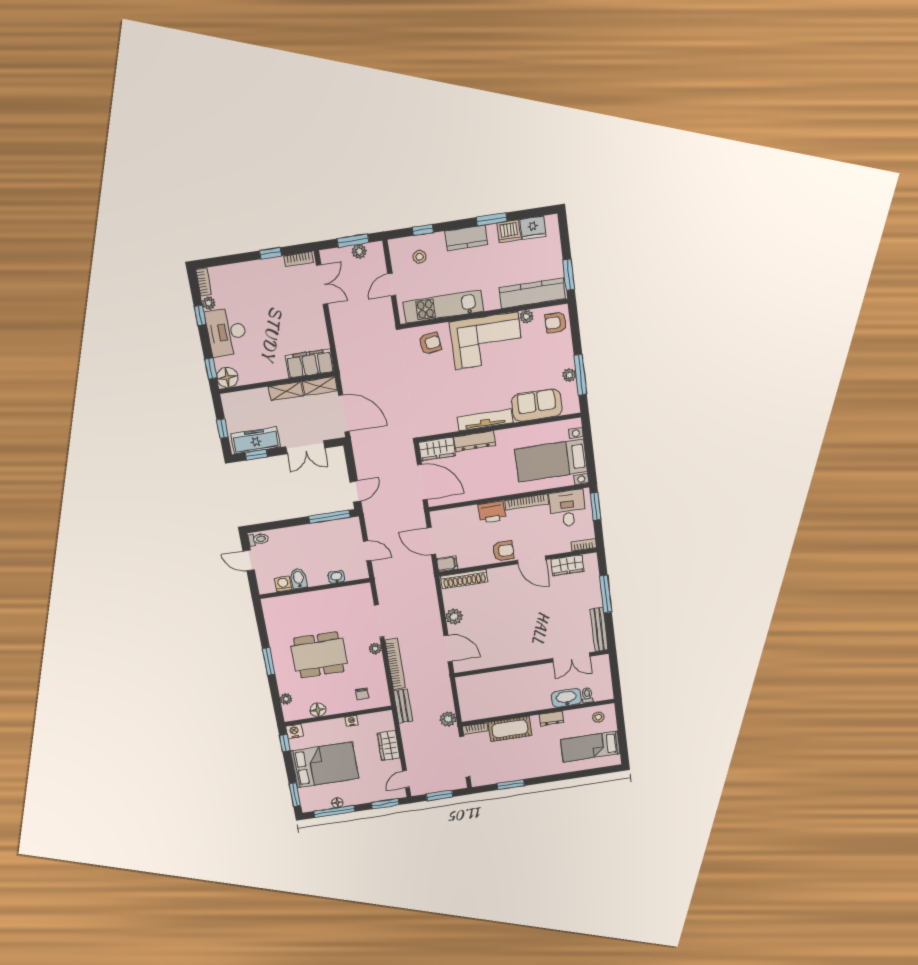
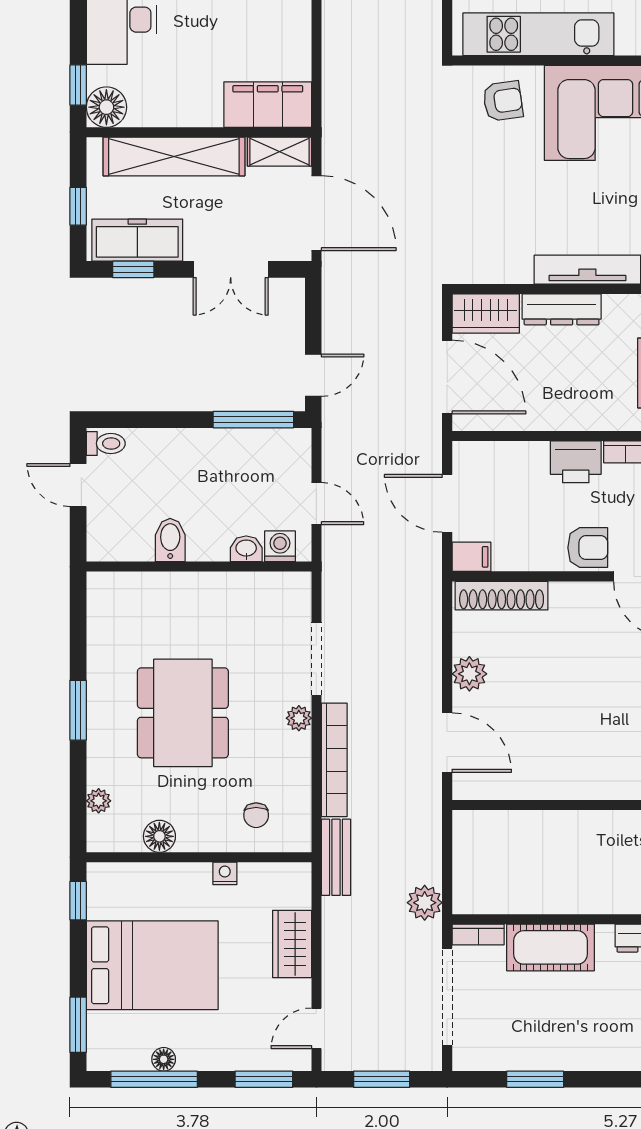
shelving: (286, 391) -> (174, 156), width x2.20, depth x1.33
washing machine: (283, 584) -> (280, 546), moved
dining table: (319, 655) -> (183, 713), turned 90
nightstand: (294, 731) -> (103, 877), removed

